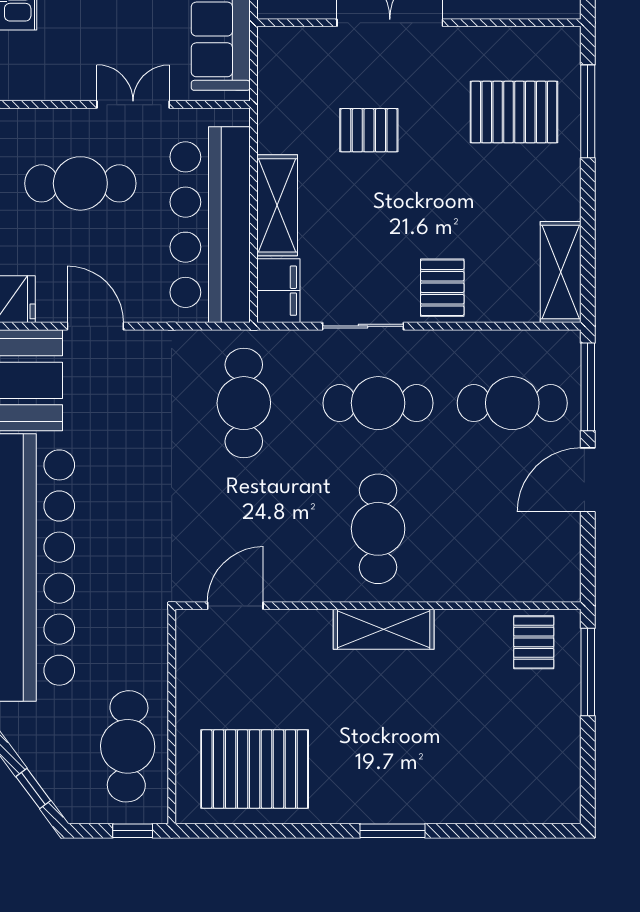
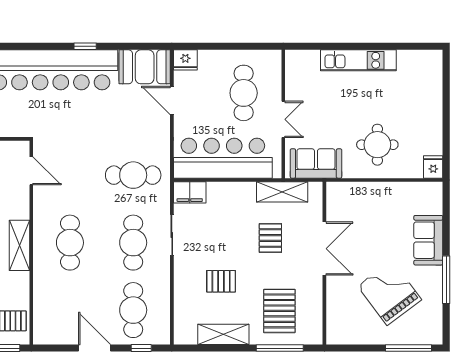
shelving: (277, 205) -> (282, 192), moved
shelving: (561, 272) -> (223, 334), moved
pallet: (442, 288) -> (221, 281), moved
door: (95, 326) -> (172, 100), swing flipped
window: (588, 387) -> (141, 348), width x0.46
cafe table: (378, 529) -> (70, 243), turned 90

